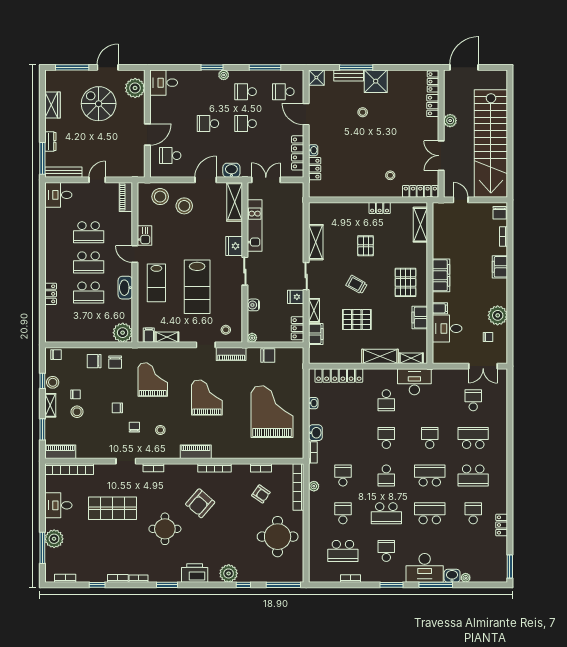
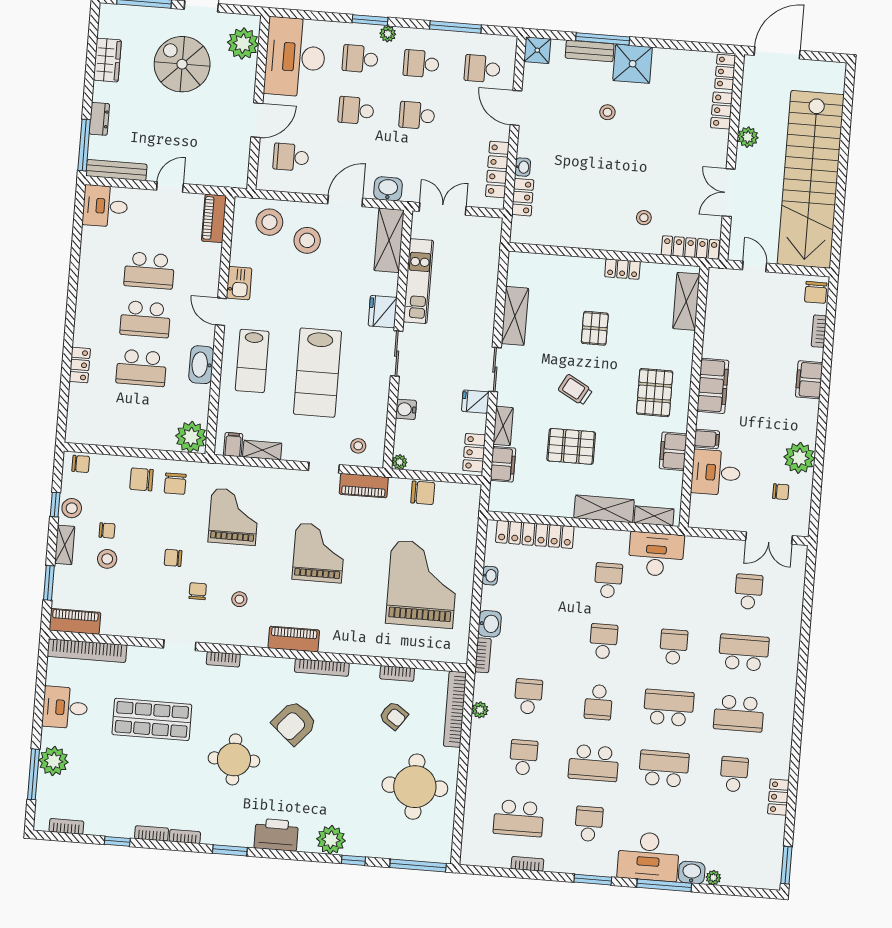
desk: (164, 83) -> (295, 57), width x1.87, depth x1.30
school desk: (208, 92) -> (360, 59), added
school desk: (386, 400) -> (608, 580), turned 180

